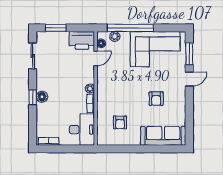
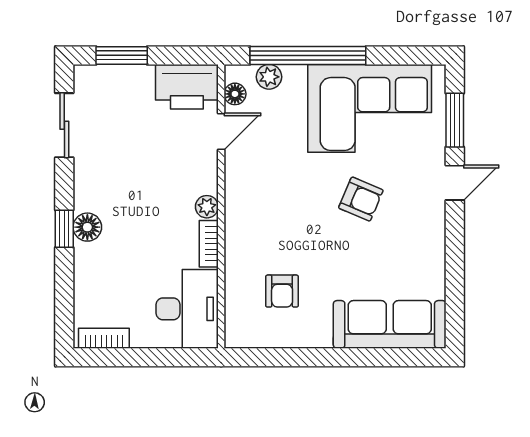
armchair: (156, 99) -> (361, 199), moved, turned -67

